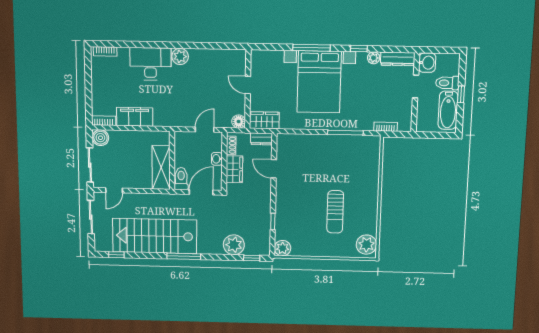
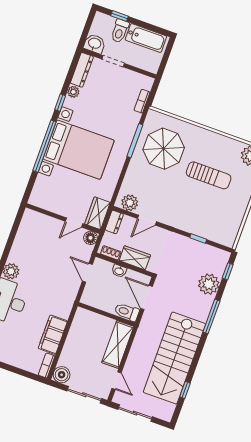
window: (312, 48) -> (44, 146), width x1.46
door: (248, 85) -> (74, 222), moved
window: (461, 94) -> (120, 16), moved
parasol: (347, 162) -> (164, 149), added
shelving: (161, 168) -> (118, 344), moved, turned 90
plant: (283, 248) -> (130, 203), moved
window: (116, 255) -> (185, 390), moved
window: (184, 256) -> (211, 316), moved

